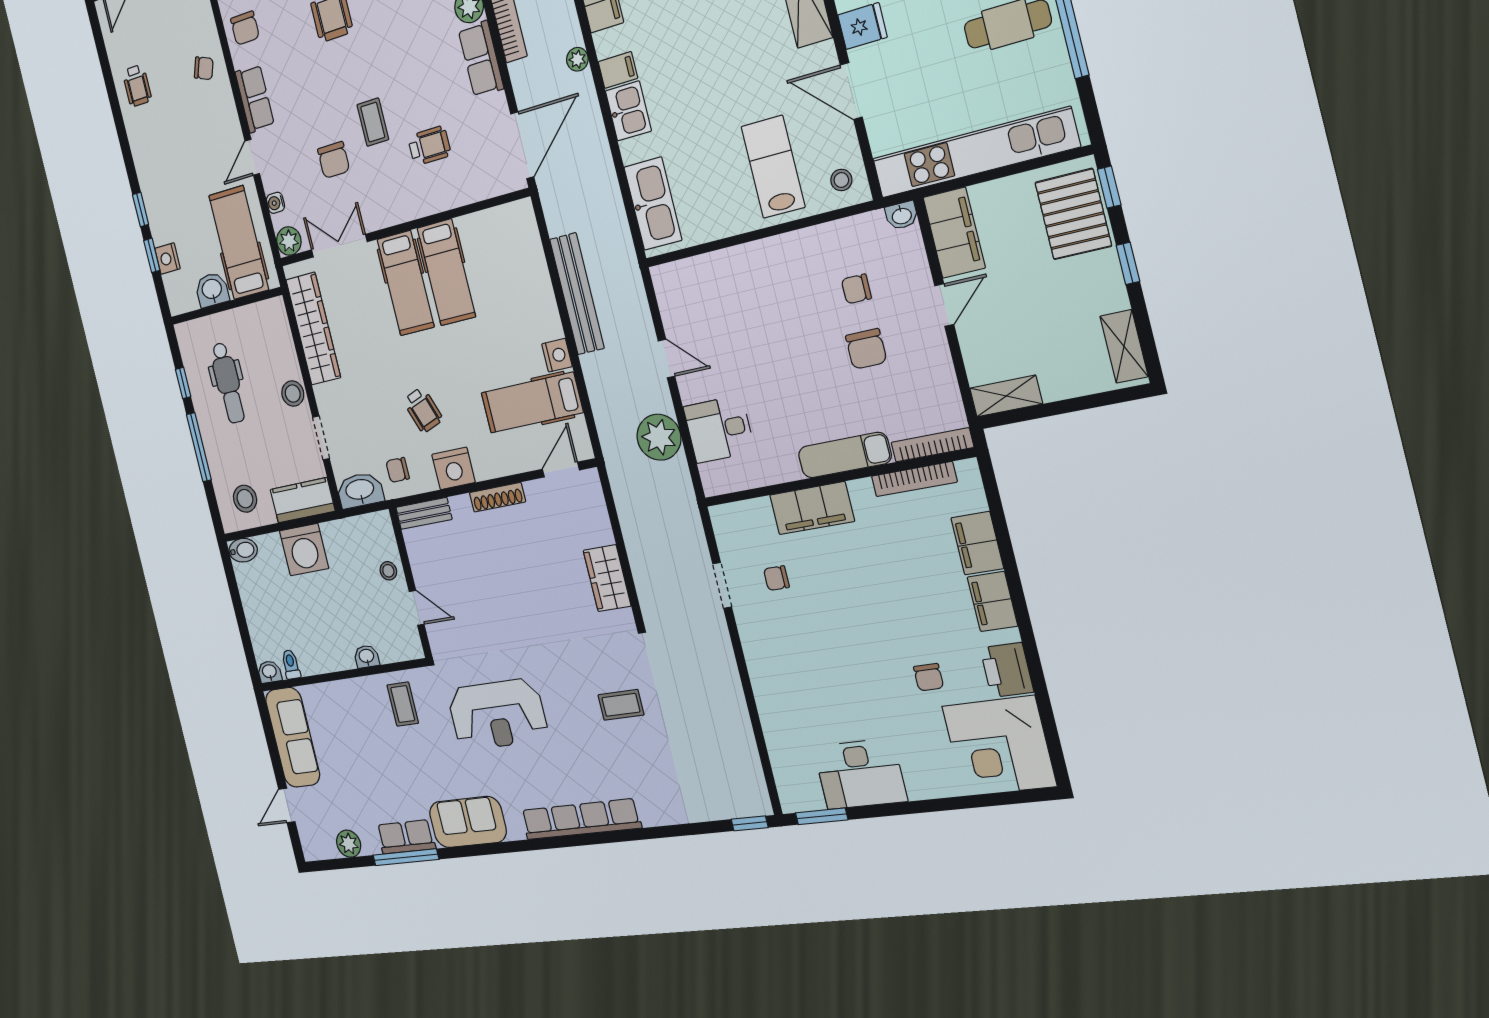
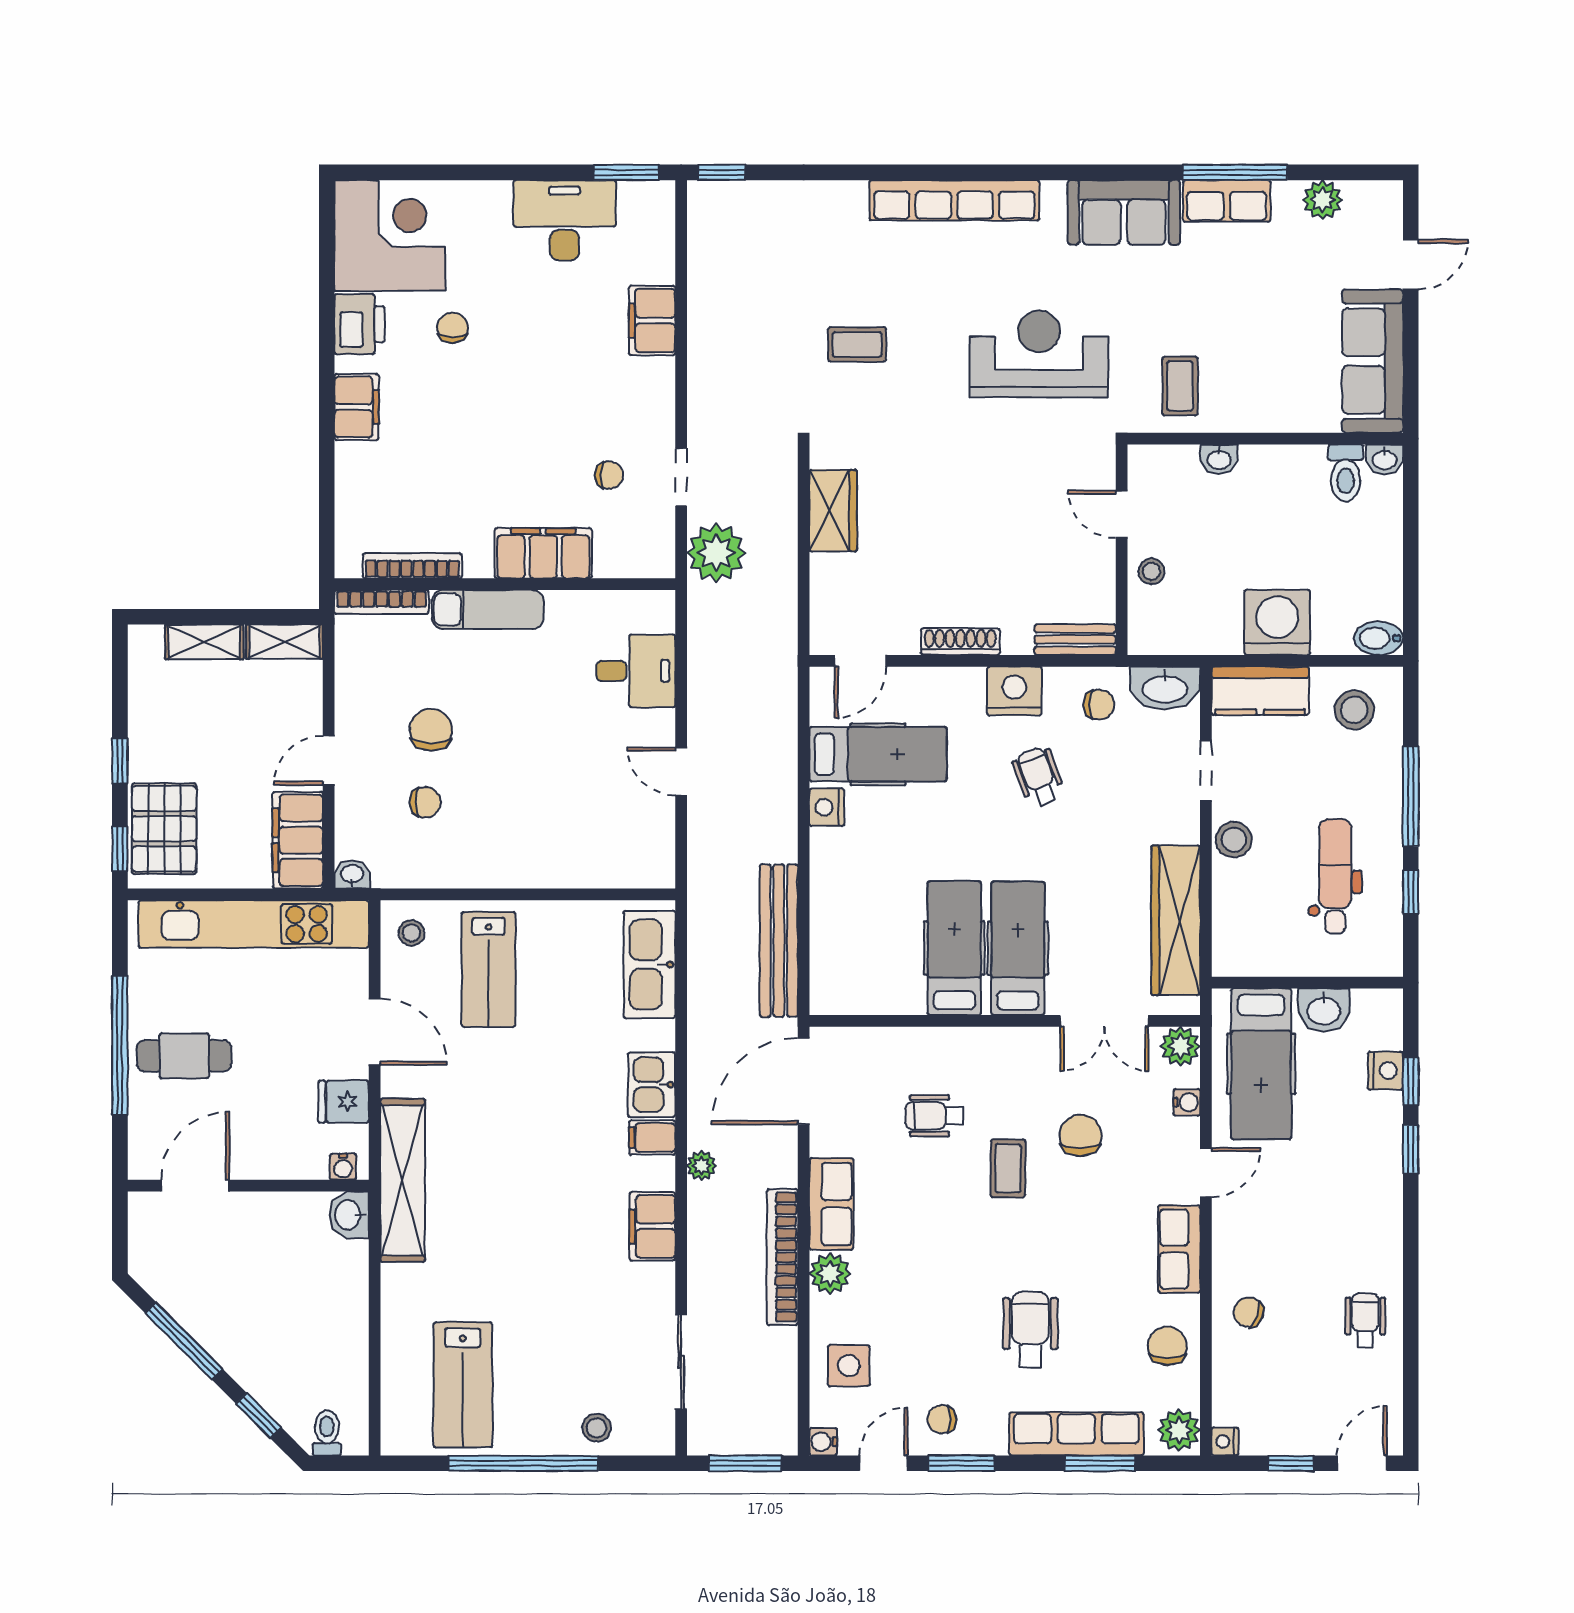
bench: (577, 294) -> (779, 941), moved
shelving: (1124, 346) -> (204, 642), moved, turned 90
plant: (659, 437) -> (716, 553), moved
filing cabinet: (977, 543) -> (652, 321), moved, turned 180
toilet: (291, 664) -> (1346, 473), width x1.37, depth x1.39

